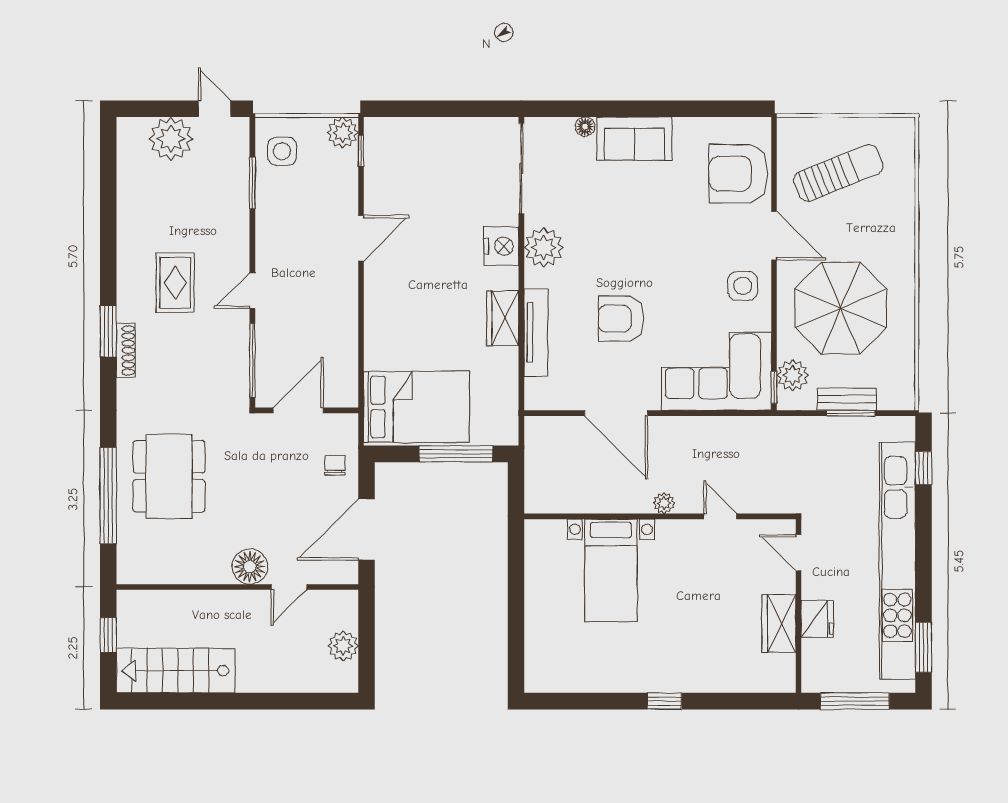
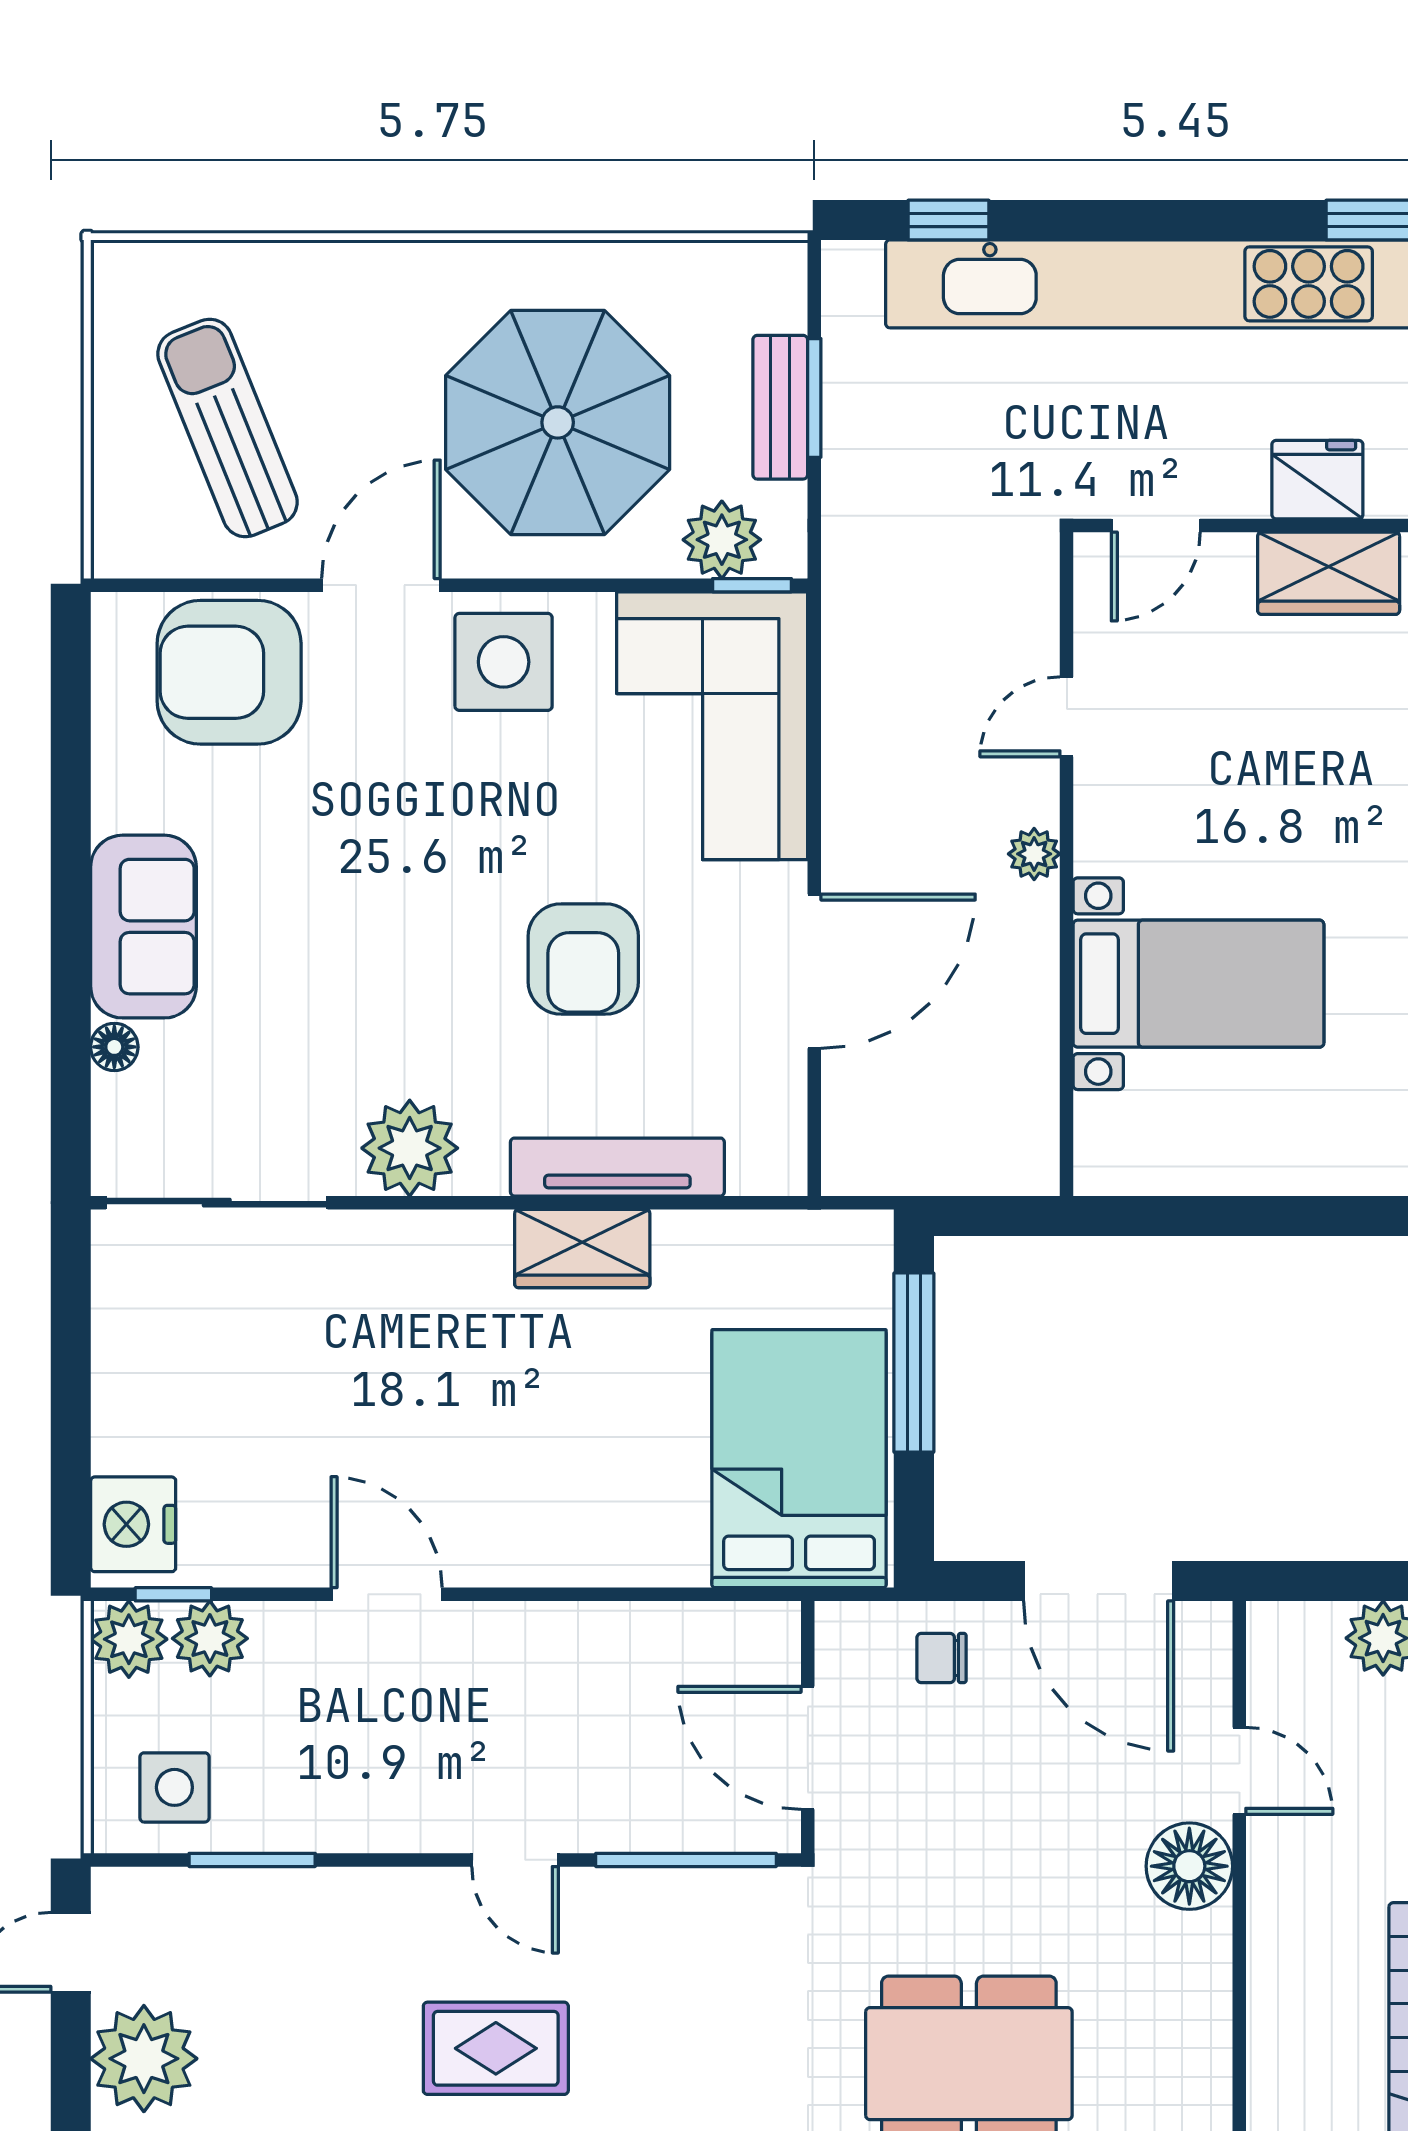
plant: (343, 166) -> (210, 1638), added
armchair: (738, 174) -> (229, 672), turned 90
nightstand: (501, 246) -> (133, 1524), moved, turned -90
side table: (743, 286) -> (504, 662), width x1.37, depth x1.37

